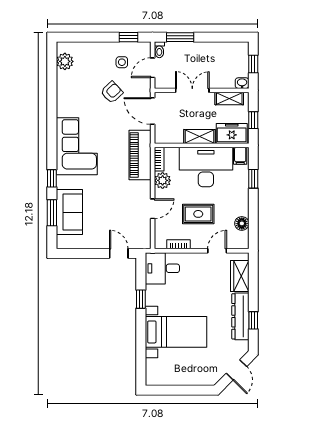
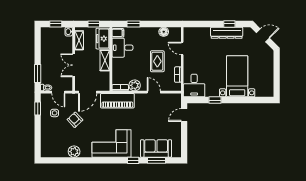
plant: (65, 61) -> (74, 152), moved
desk: (206, 167) -> (122, 48), width x0.53, depth x0.77
wardrobe: (240, 276) -> (199, 33), removed

